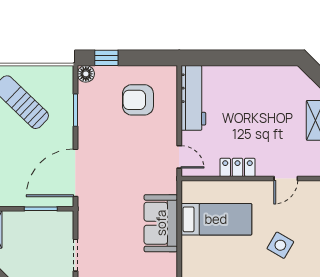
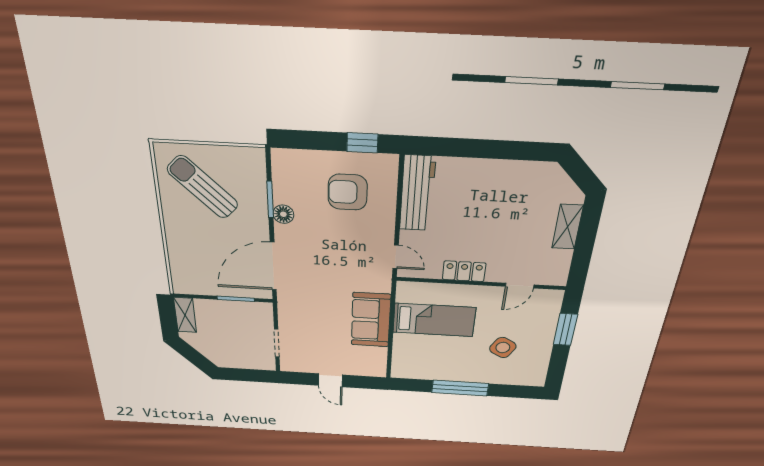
window: (106, 58) -> (362, 143), moved
floor lamp: (86, 74) -> (283, 214), moved

